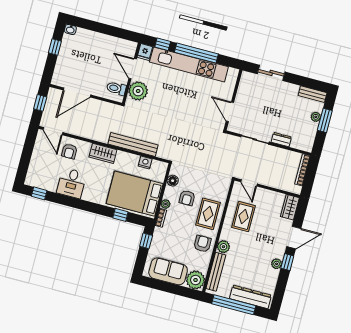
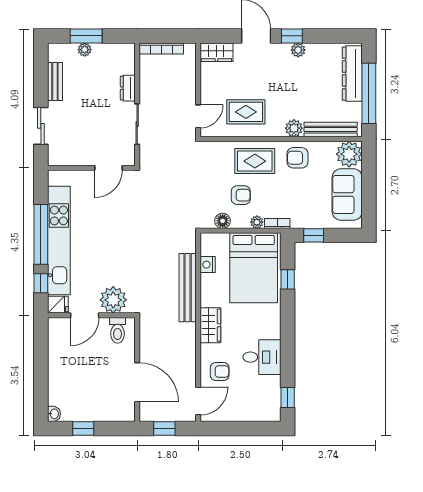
bench: (313, 94) -> (55, 81), moved

